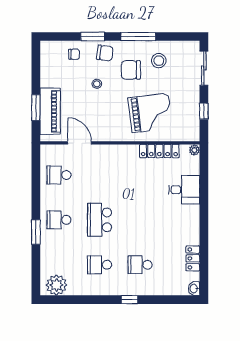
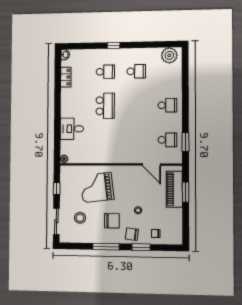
stool: (159, 61) -> (80, 218), moved
locker: (159, 151) -> (90, 158), removed
school desk: (100, 220) -> (105, 106), moved
window: (36, 232) -> (185, 142), moved

